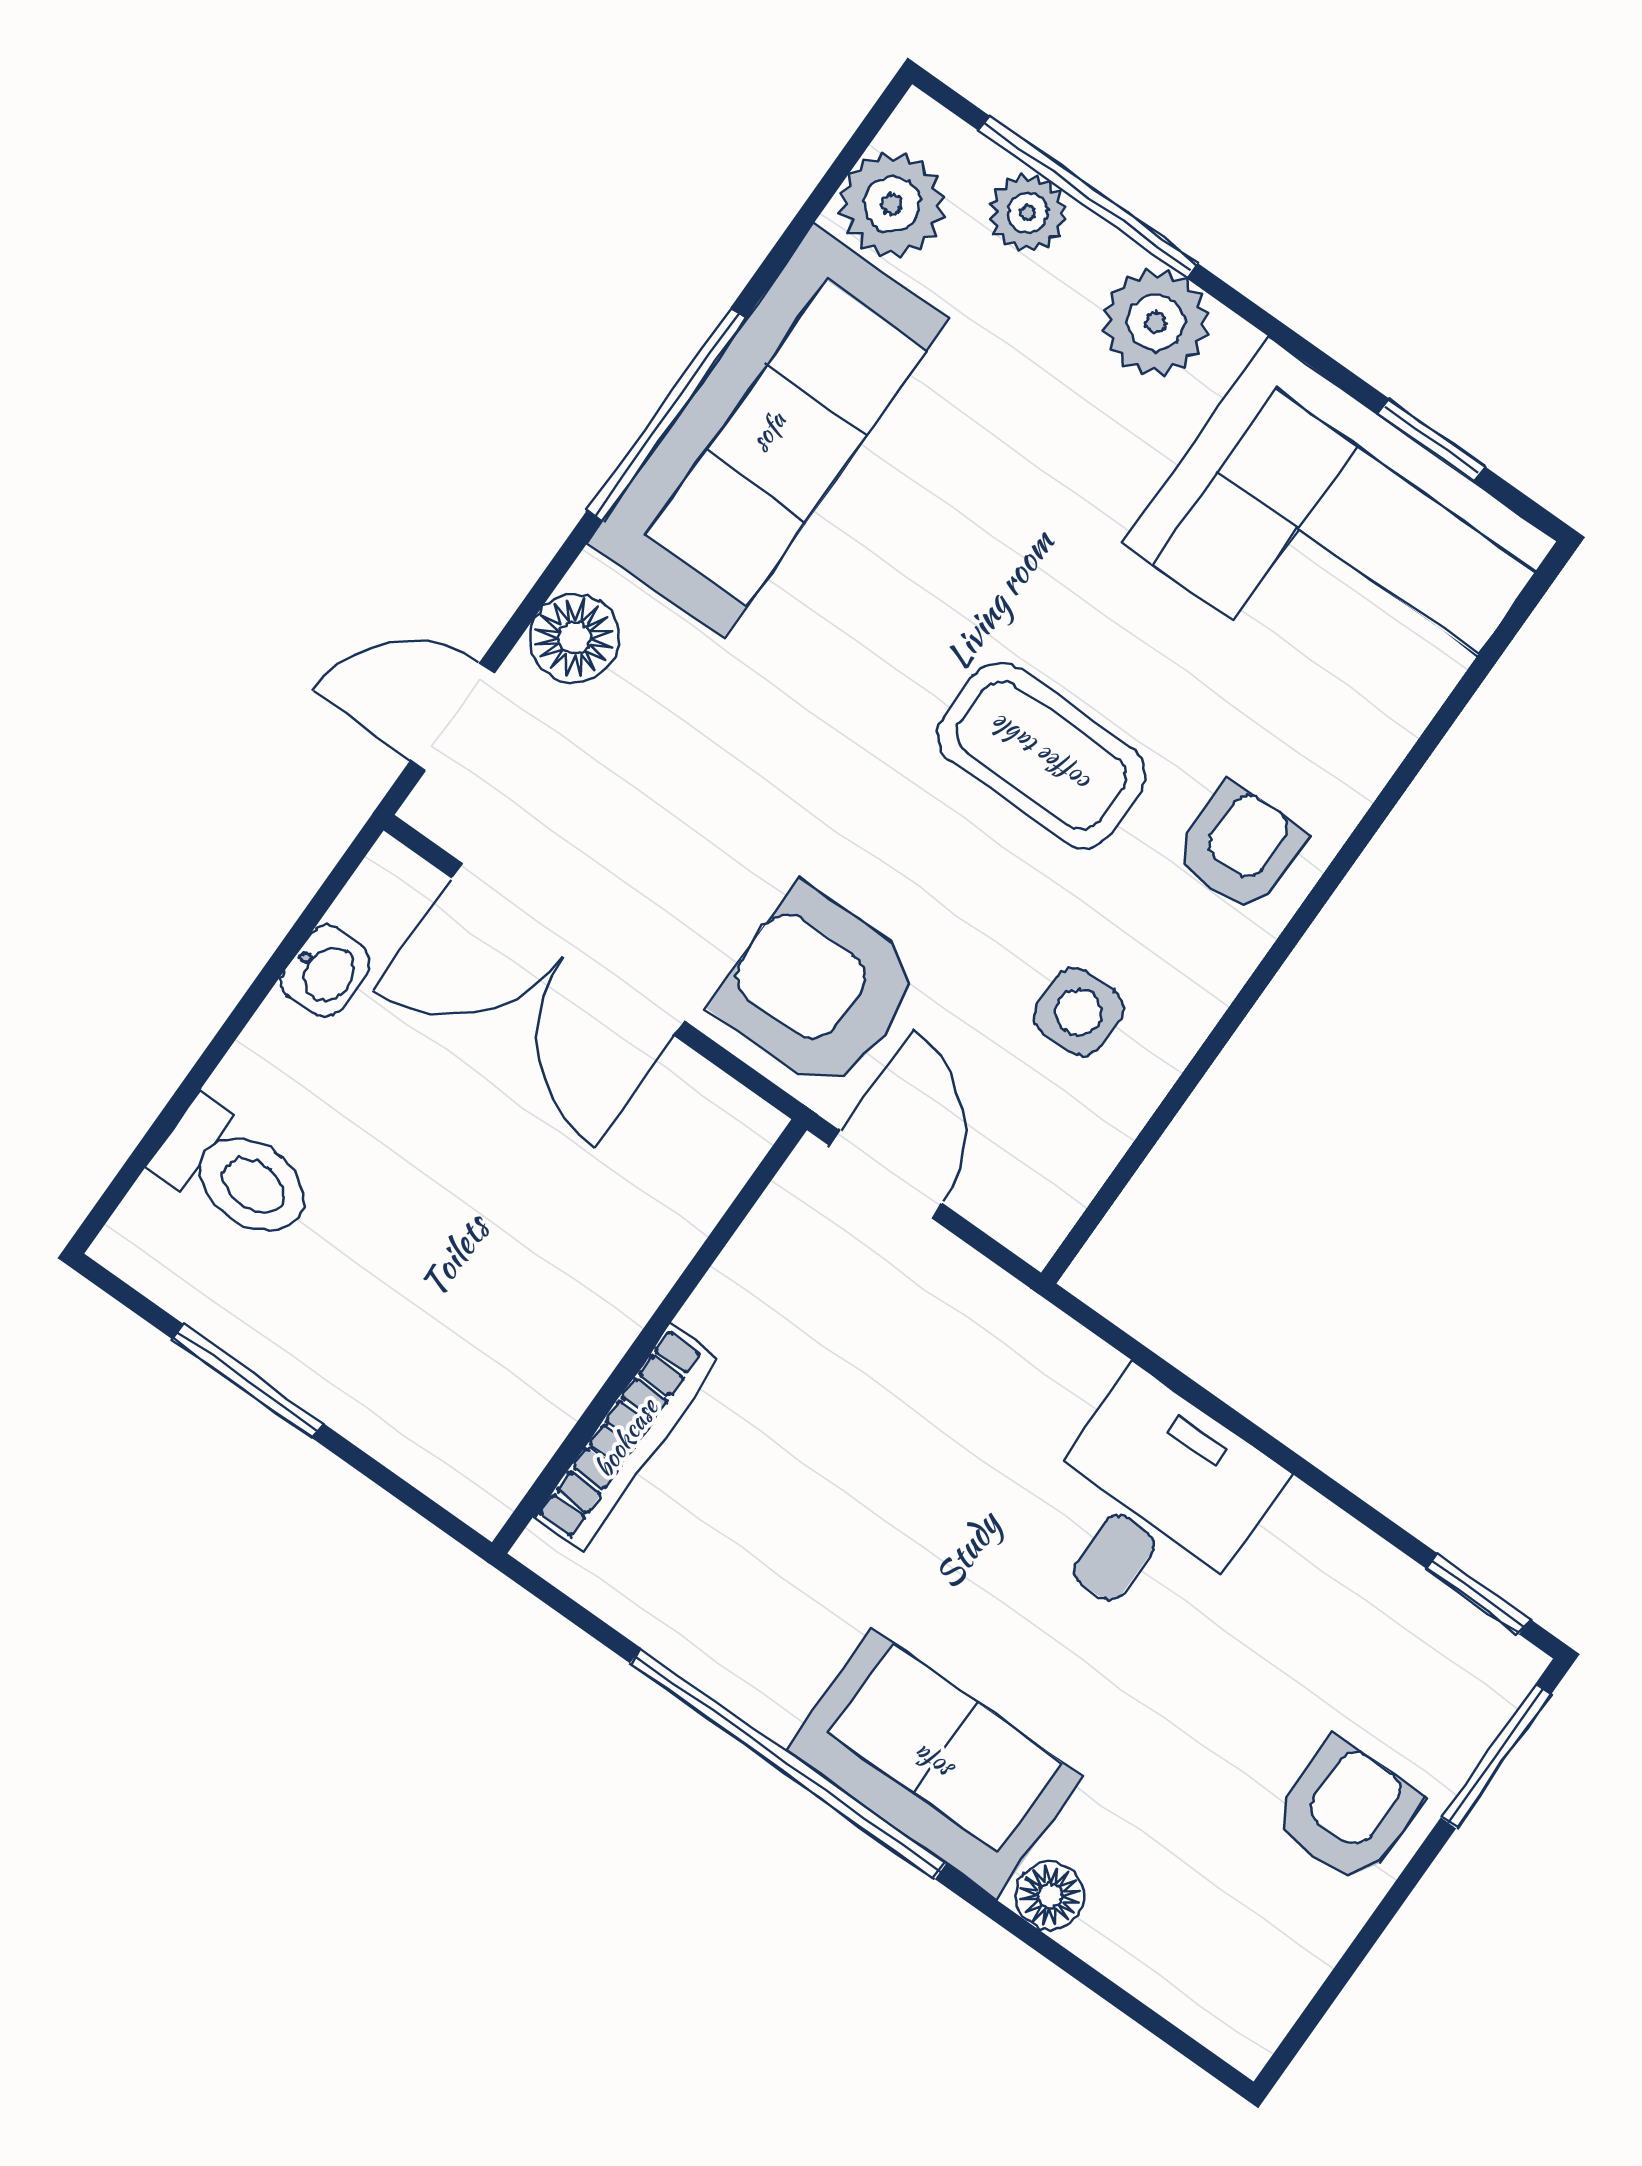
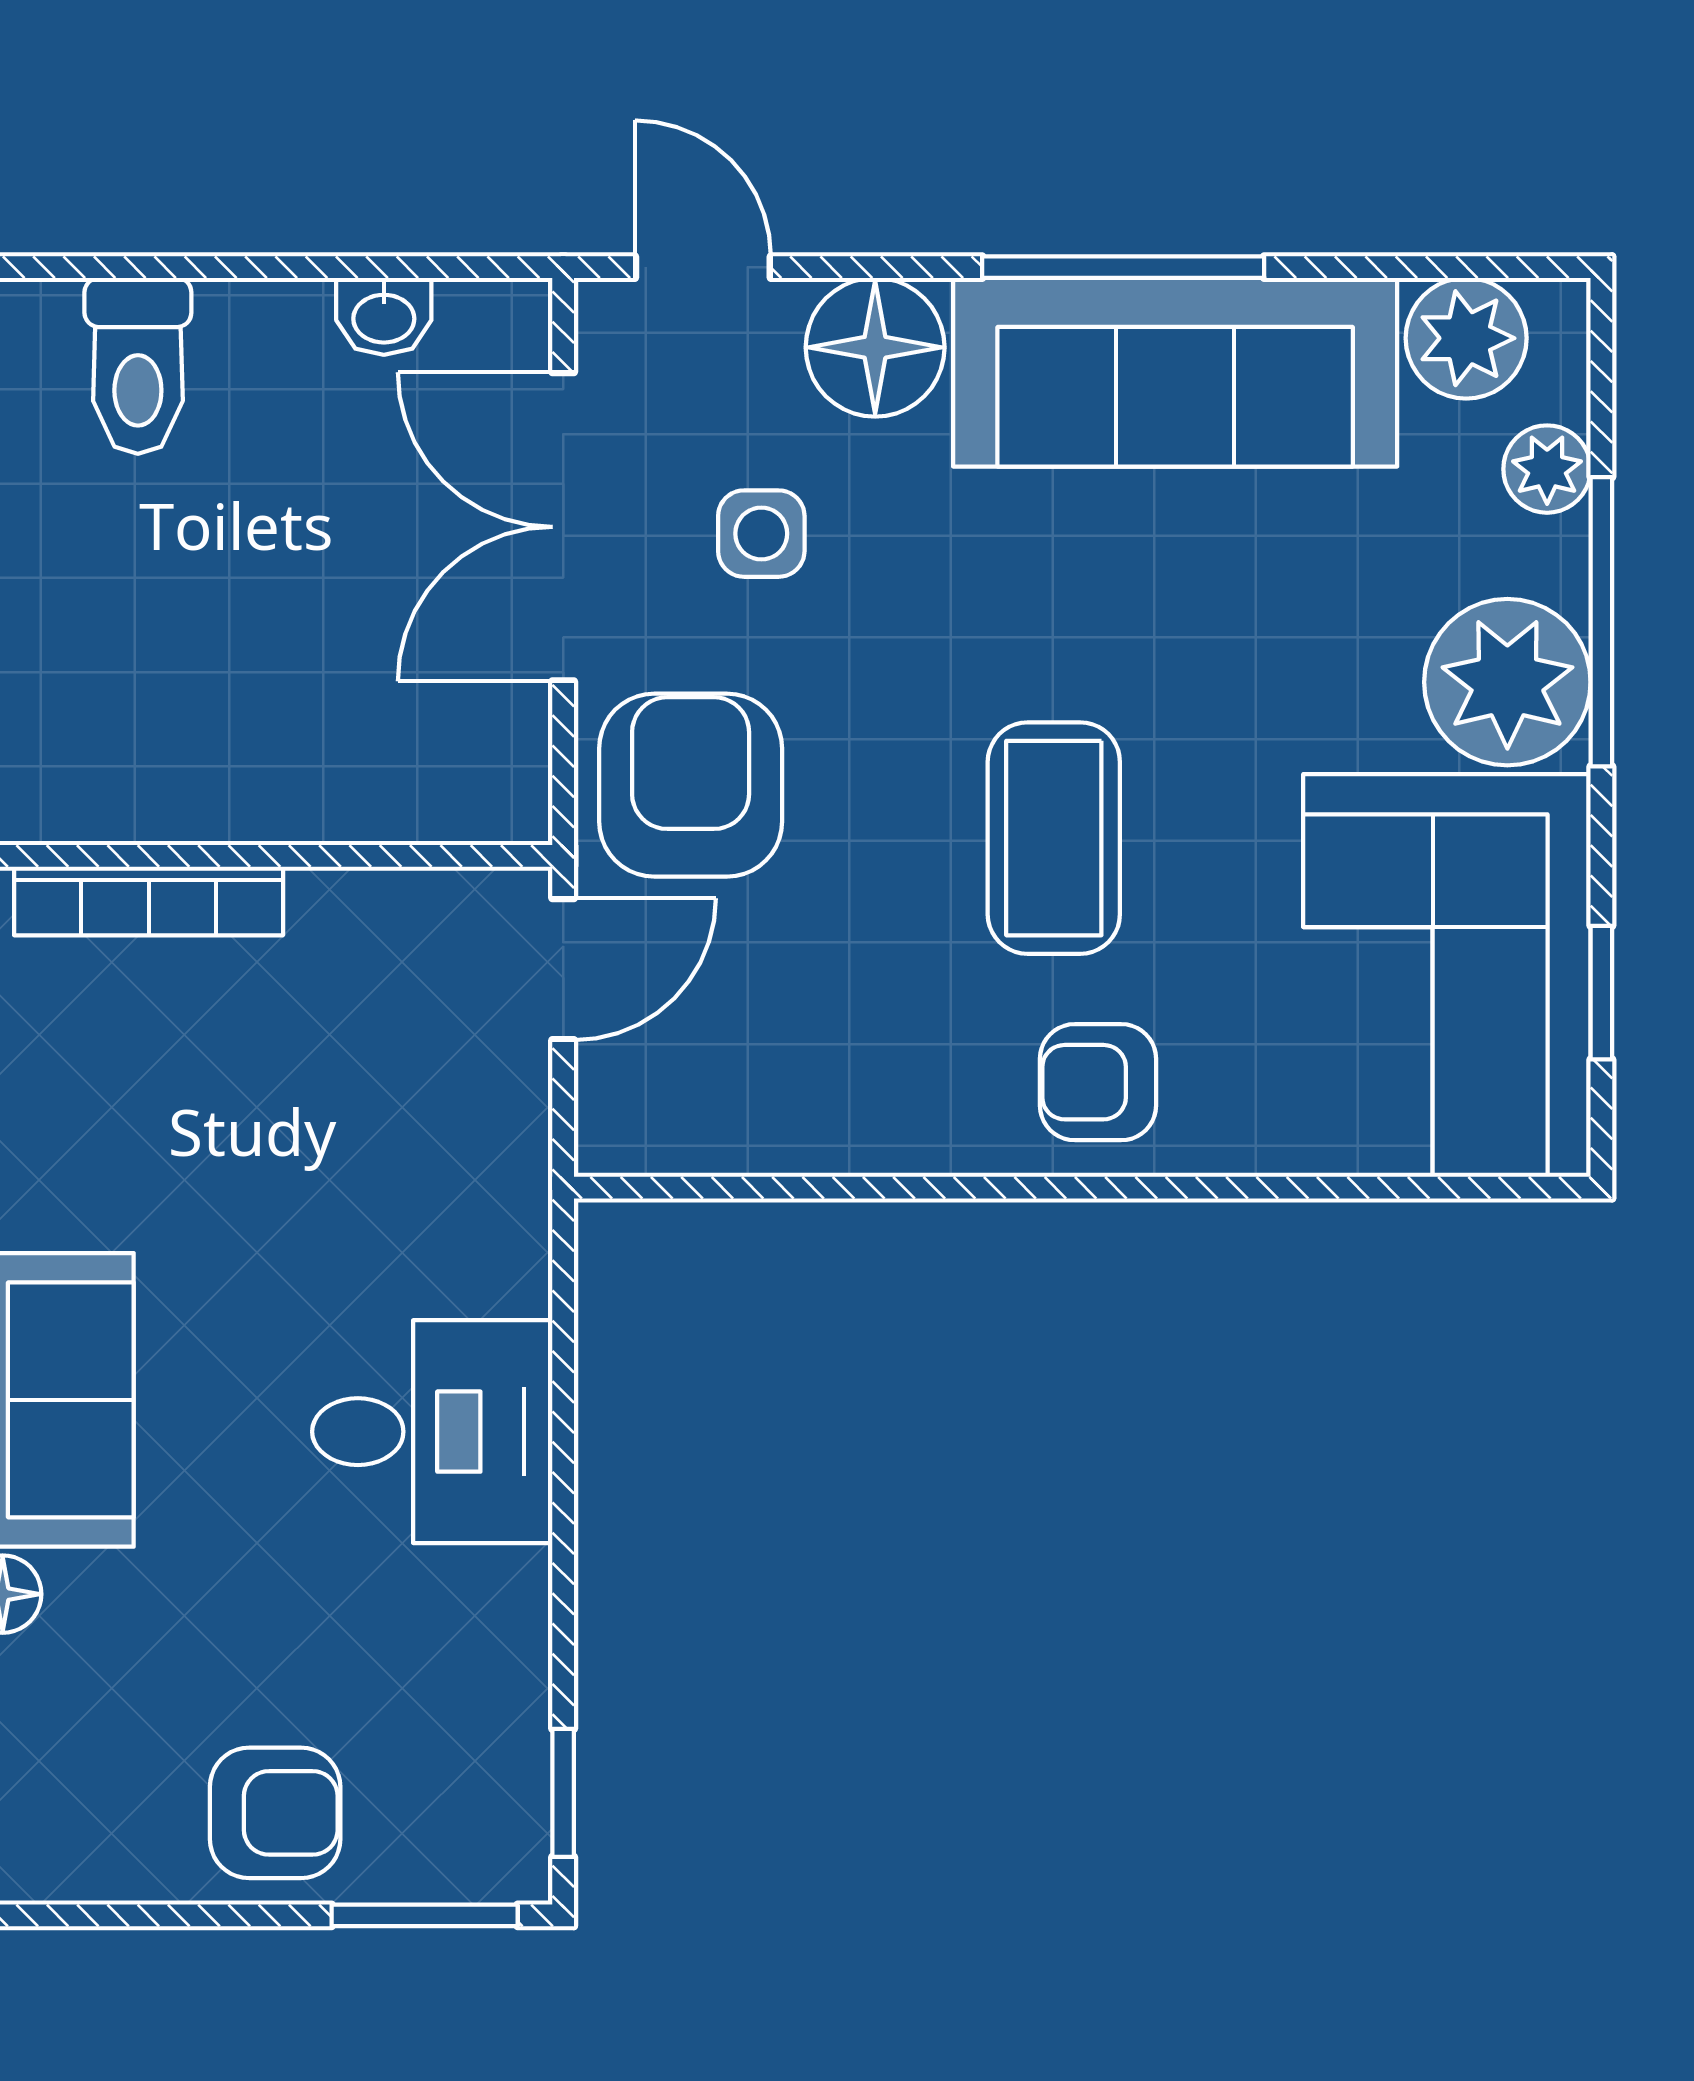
window: (1088, 197) -> (1601, 622), moved
plant: (1156, 322) -> (1507, 682), width x1.36, depth x1.36
floor lamp: (575, 638) -> (875, 347), width x1.38, depth x1.38
armchair: (1240, 848) -> (1098, 1082), turned 180
side table: (1079, 1012) -> (761, 534), moved

